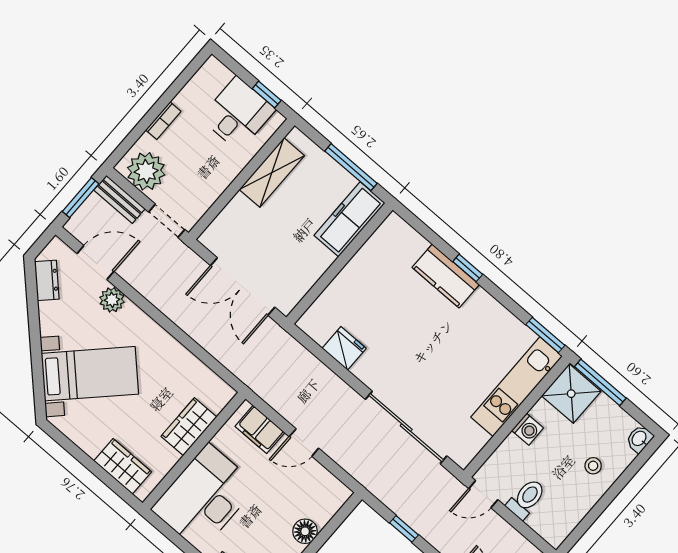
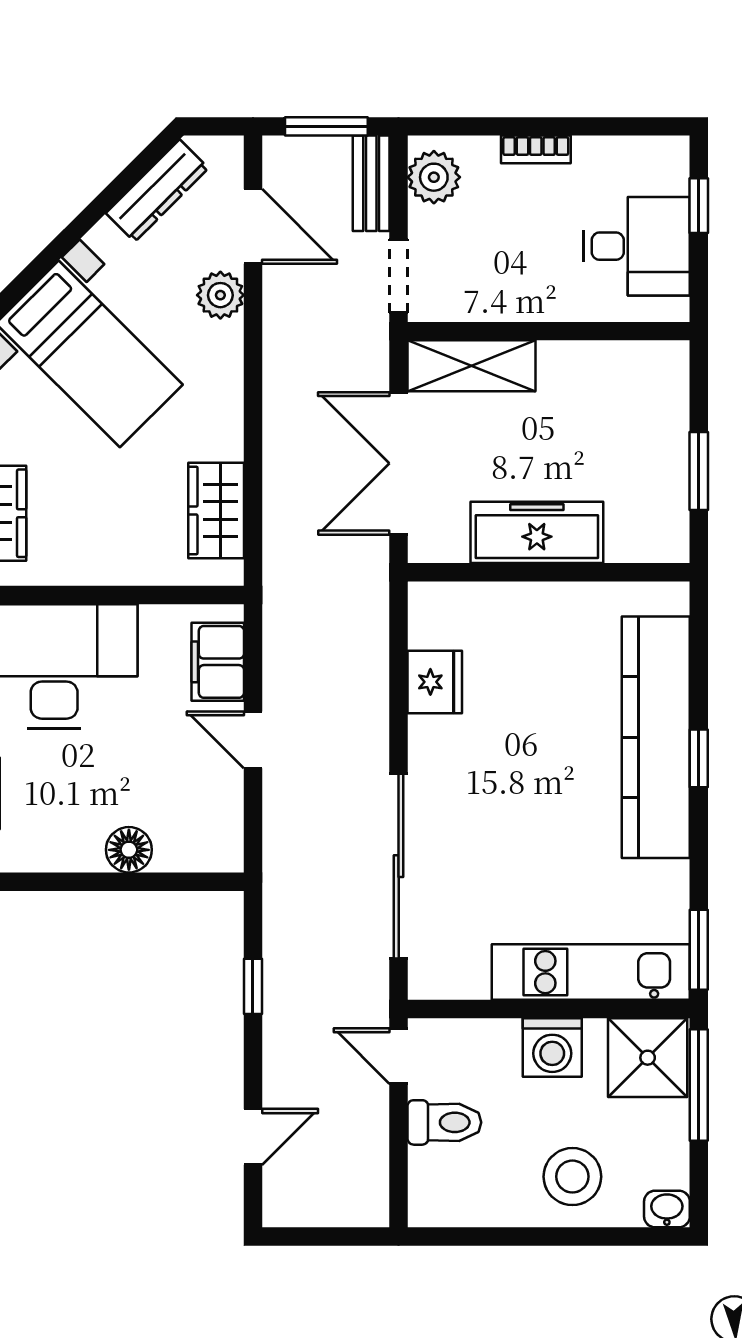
window: (267, 94) -> (699, 206), moved
window: (351, 167) -> (699, 471), width x0.69
plant: (146, 171) -> (434, 177), width x0.73, depth x0.73
shelving: (272, 173) -> (472, 366), moved
freezer: (349, 219) -> (537, 532), moved
kitchen counter: (446, 276) -> (656, 737), width x2.08, depth x1.17
dresser: (47, 280) -> (157, 191), width x1.44
wardrobe: (189, 427) -> (216, 511), moved, turned -90
washing machine: (528, 429) -> (552, 1047), width x1.38, depth x1.38
stool: (593, 466) -> (572, 1177), width x1.89, depth x1.89

